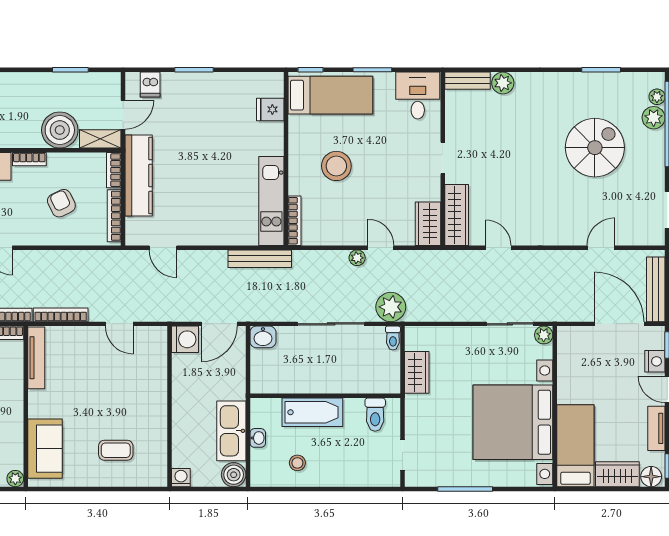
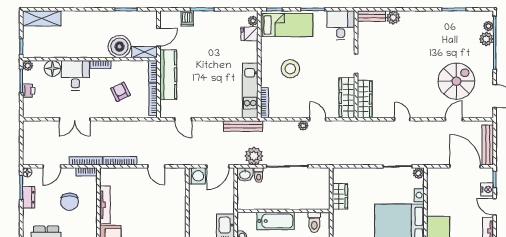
dishwasher: (150, 85) -> (187, 18), moved
plant: (276, 88) -> (253, 21), added
spiral stairs: (595, 148) -> (456, 81), moved
wardrobe: (428, 224) -> (347, 98), width x1.50
door: (498, 248) -> (402, 119), moved
plant: (391, 307) -> (254, 156), moved
toilet: (393, 338) -> (259, 175), moved
tv unit: (36, 358) -> (105, 205), moved

